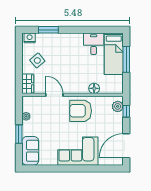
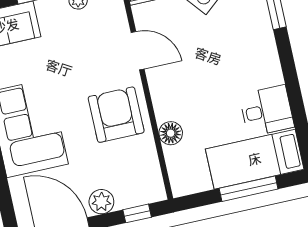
door: (54, 95) -> (138, 51), hinge flipped
plant: (118, 106) -> (101, 202), moved

